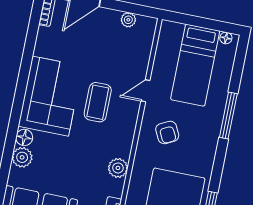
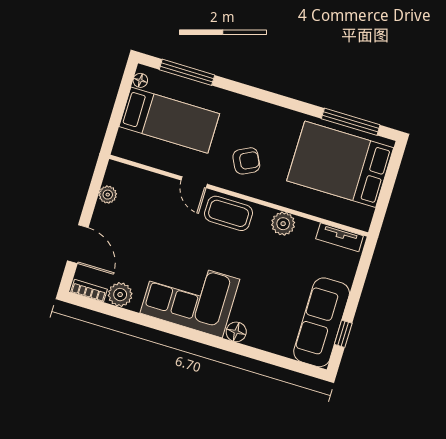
coffee table: (98, 102) -> (229, 213), moved
window: (228, 116) -> (187, 72), moved
plant: (22, 157) -> (120, 295), moved

